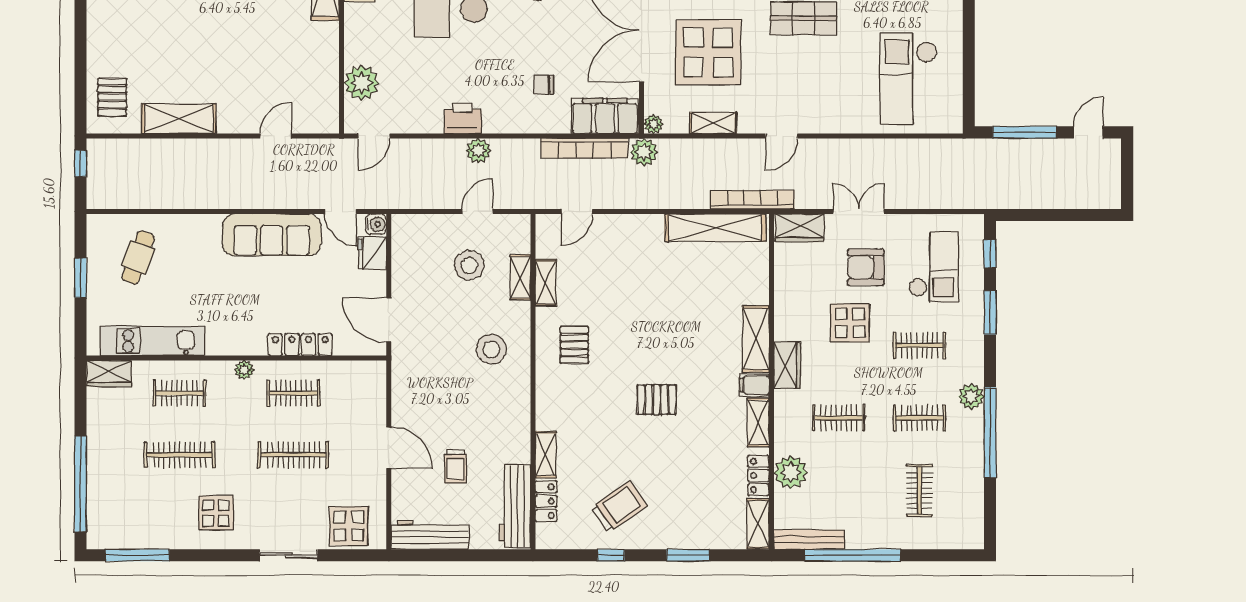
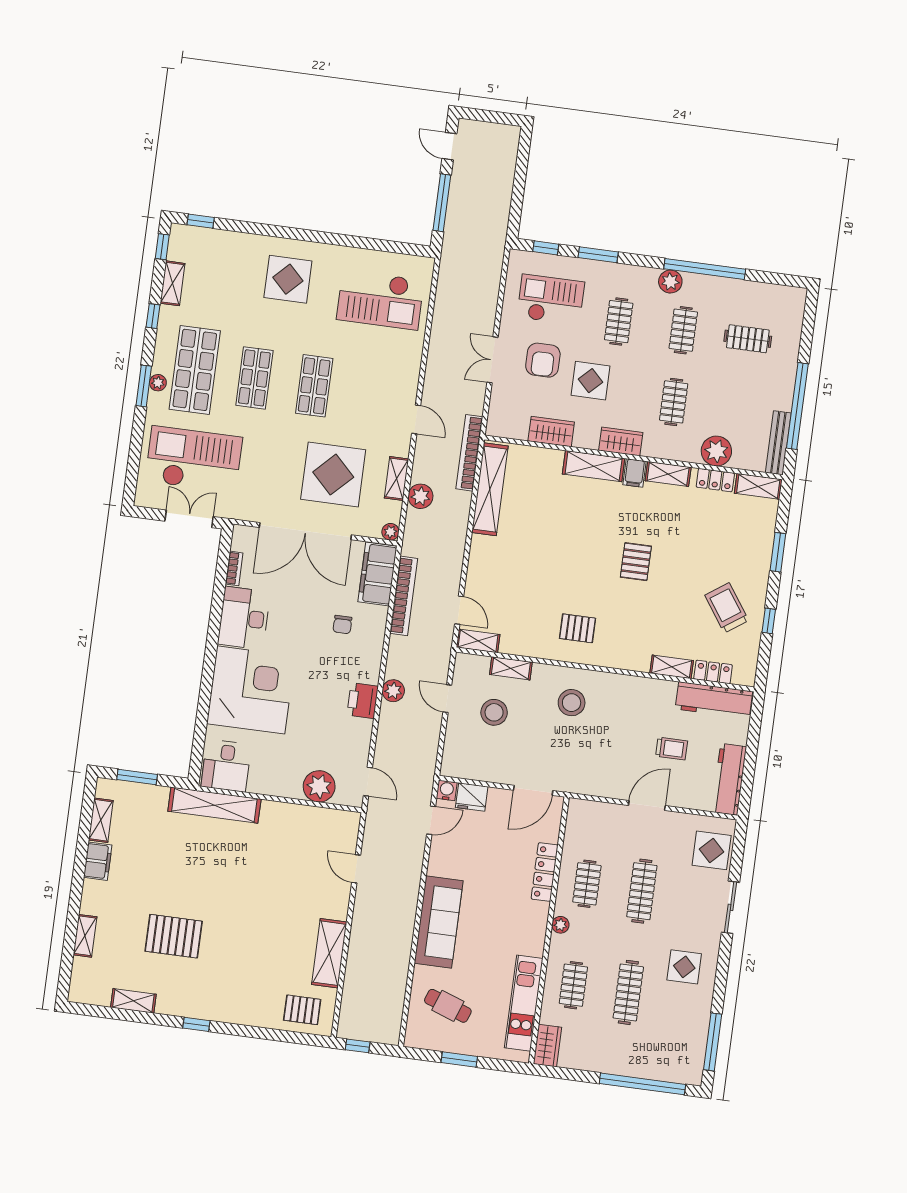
plant: (644, 152) -> (420, 496), moved
wardrobe: (800, 228) -> (551, 431), moved, turned -90
sofa: (272, 235) -> (439, 922), moved
shelving: (546, 283) -> (478, 641), moved

